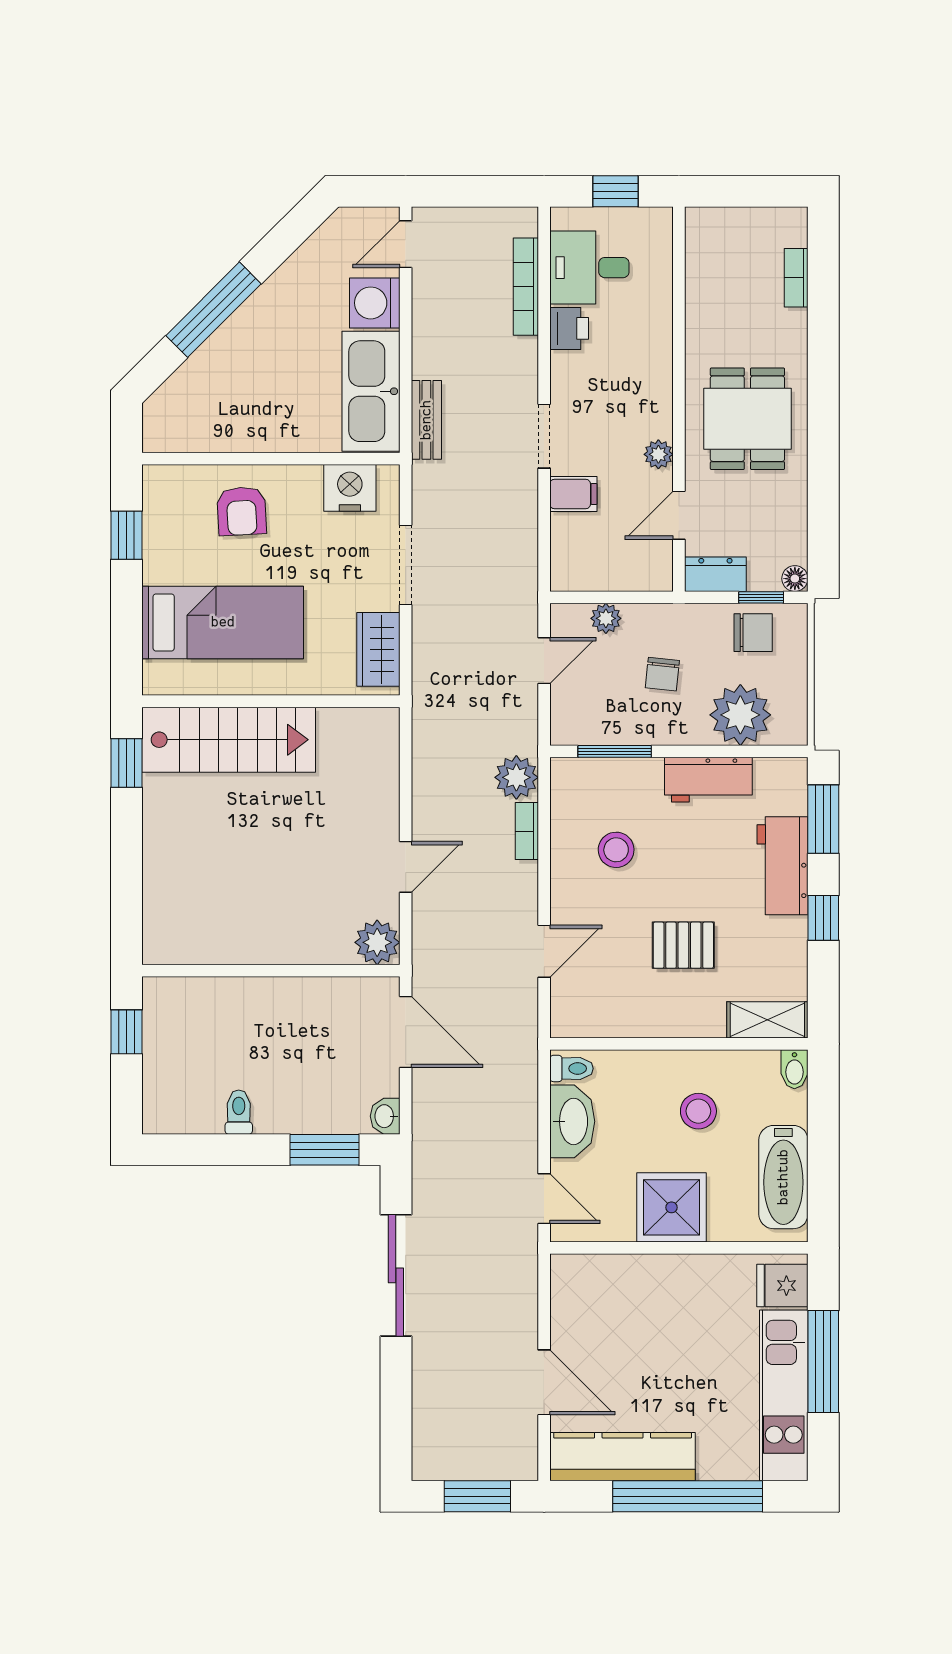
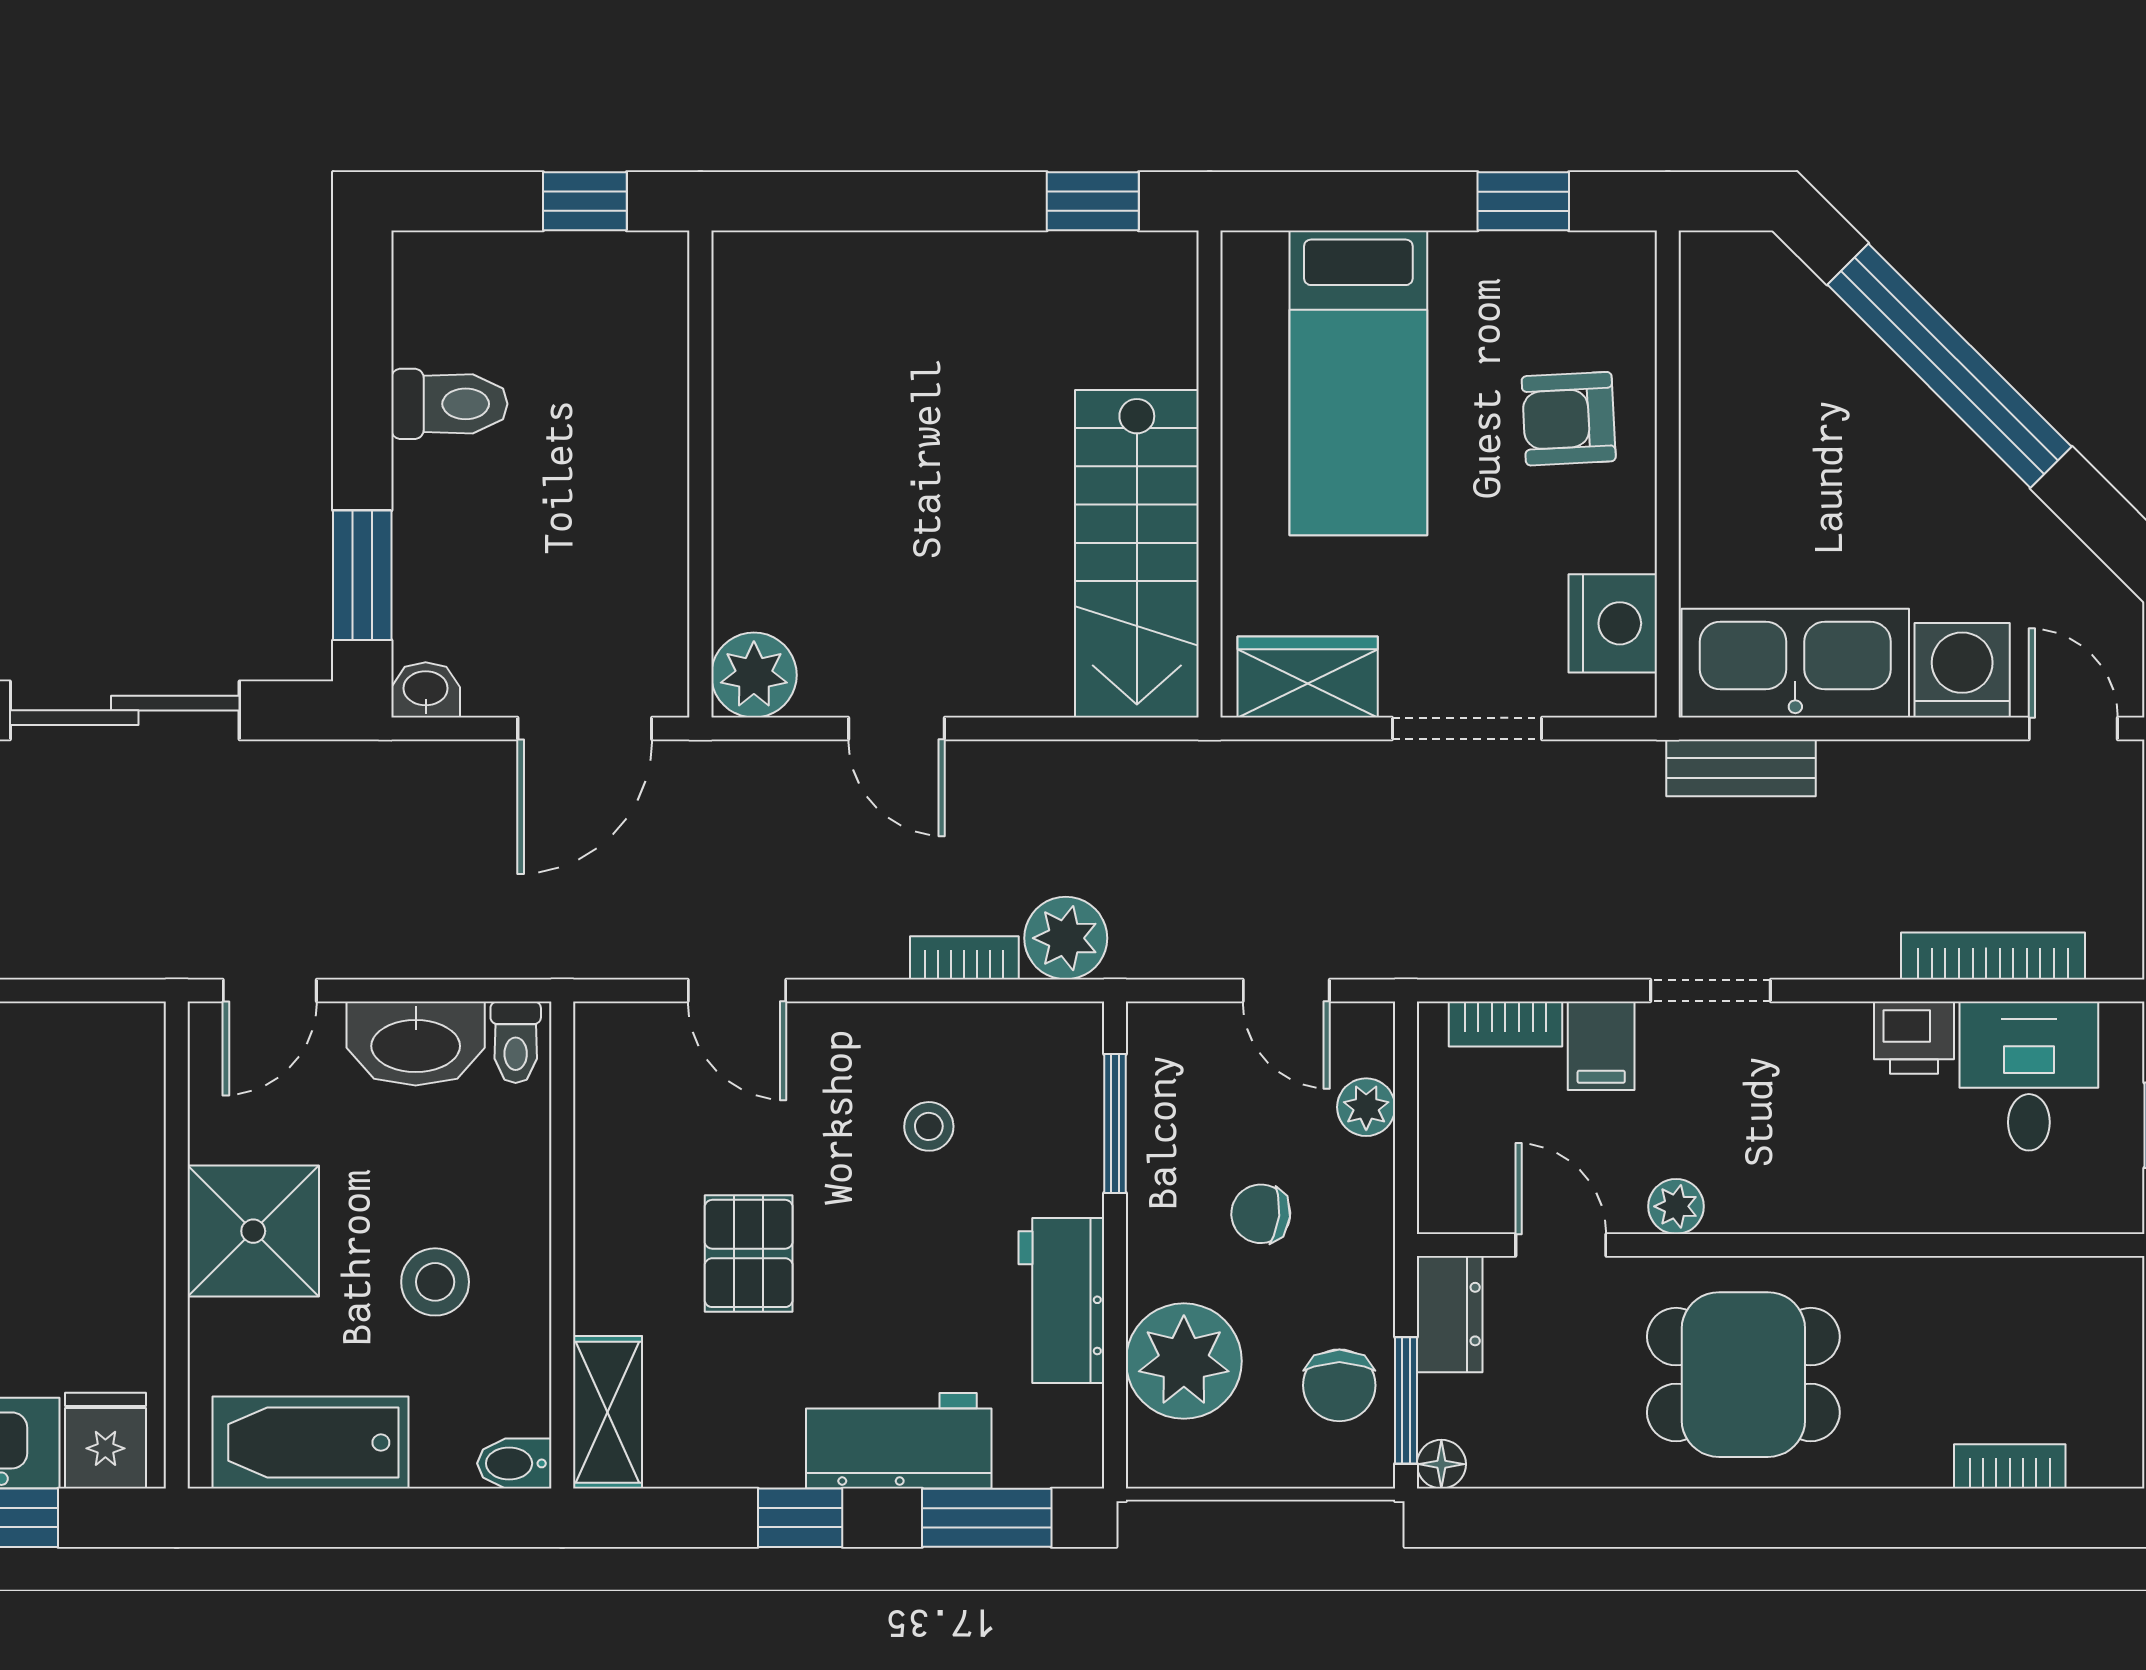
window: (214, 310) -> (1949, 366), width x1.46
bookcase: (562, 545) -> (1505, 1024), added
window: (761, 597) -> (1406, 1400), width x1.50
stairs: (229, 740) -> (1137, 554), moved
stool: (616, 850) -> (929, 1126), width x0.73, depth x0.73
toilet: (239, 1112) -> (449, 404), width x1.37, depth x1.39

